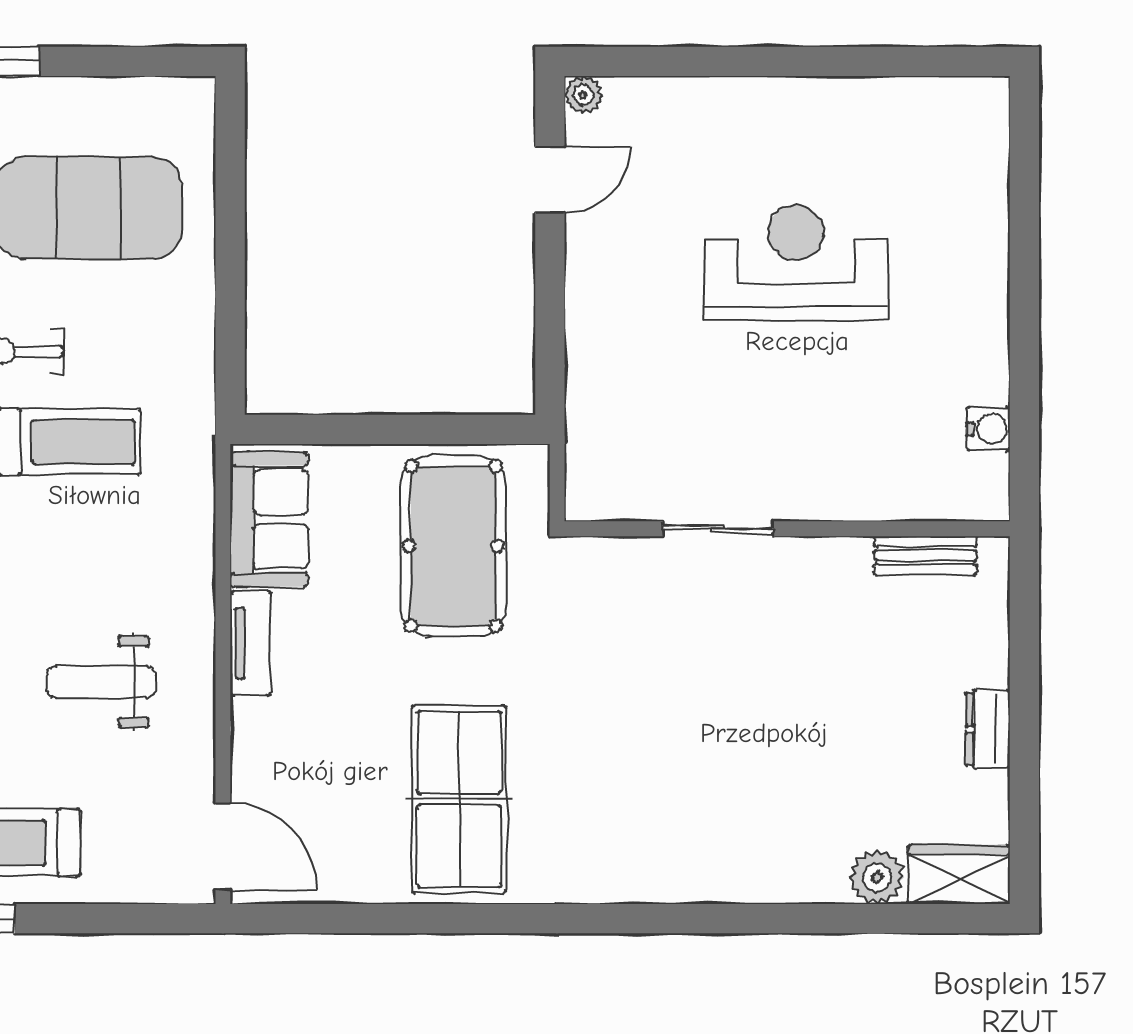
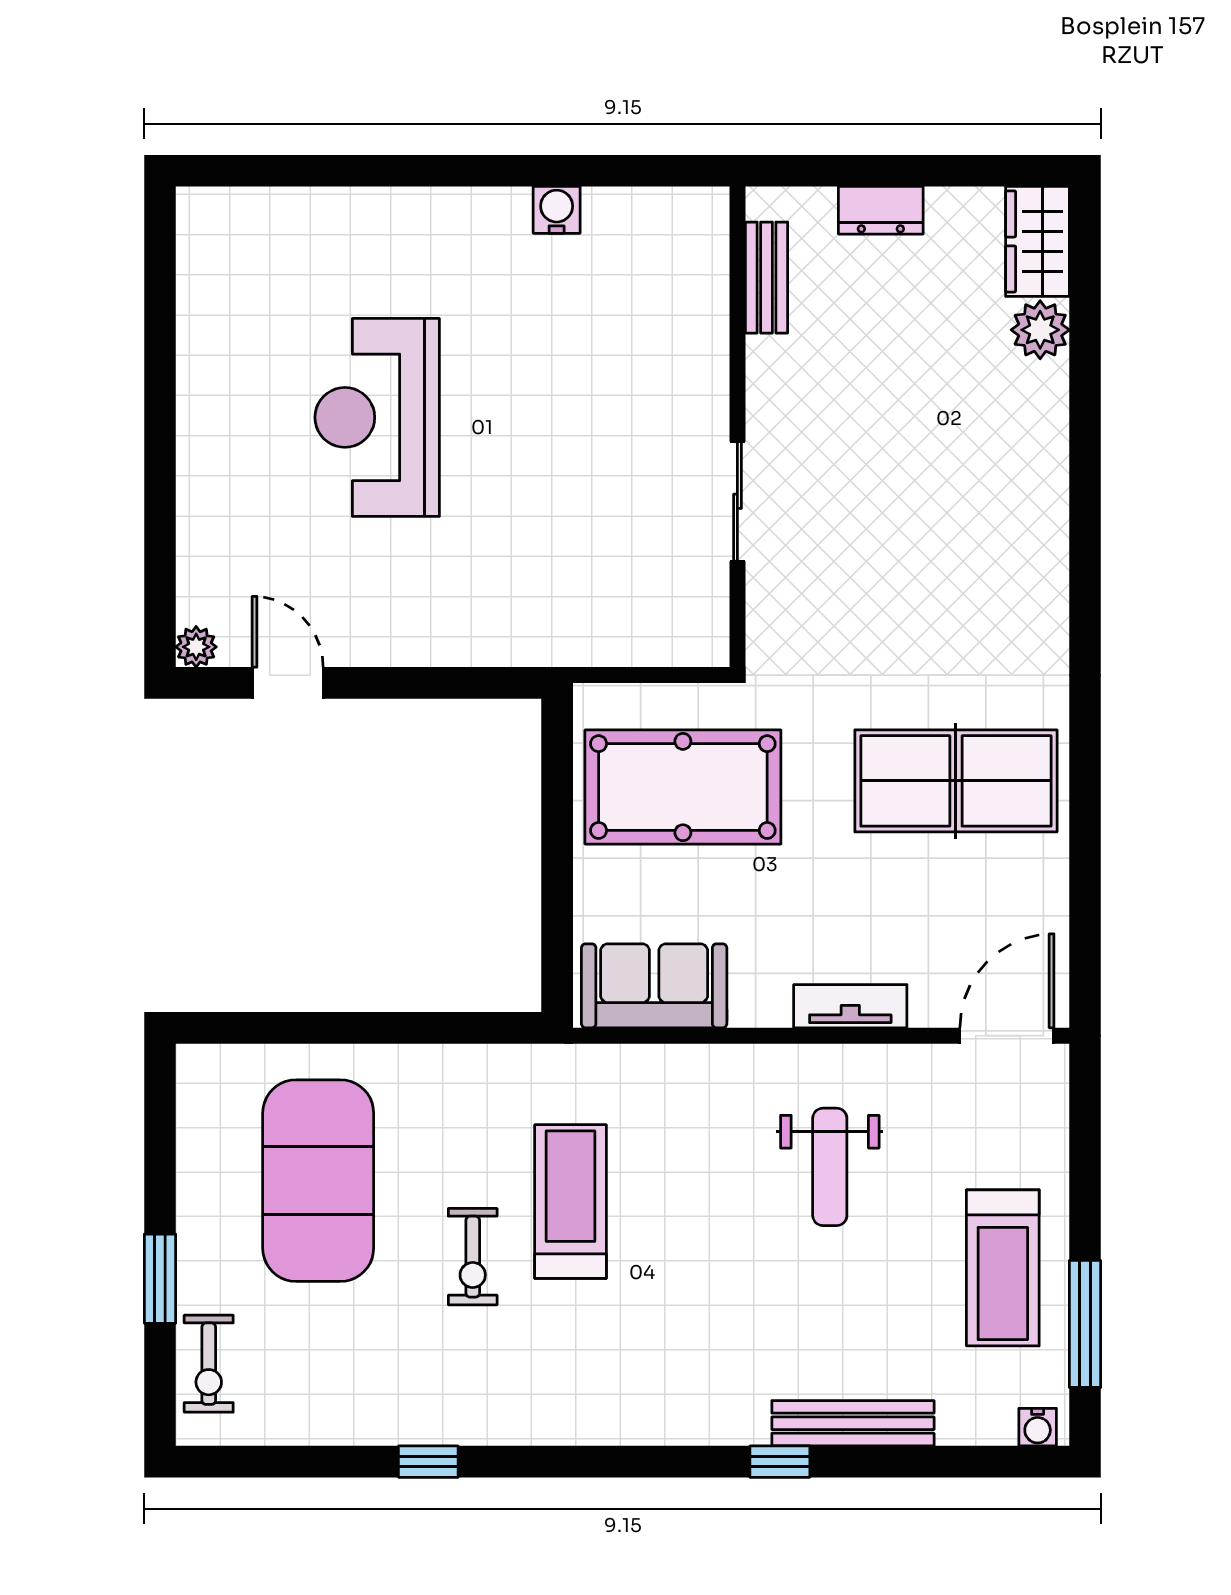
sliding door: (718, 529) -> (737, 501), moved
wall: (787, 529) -> (737, 427), moved
bench: (925, 556) -> (767, 278), moved
tv unit: (250, 643) -> (850, 1006), moved

